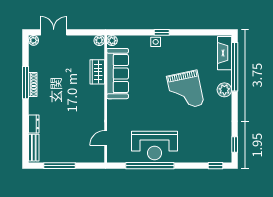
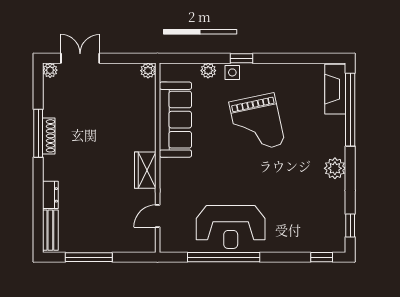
plant: (112, 41) -> (208, 71), moved
wardrobe: (97, 72) -> (145, 170), moved
grand piano: (185, 90) -> (257, 123), moved
plant: (224, 90) -> (335, 168), moved

